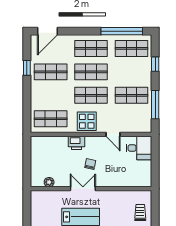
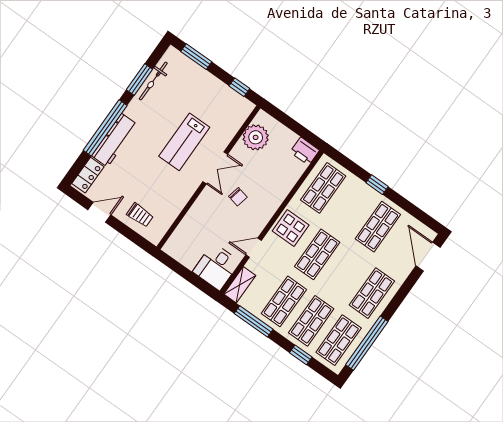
window: (27, 68) -> (377, 185), moved
shop shelf: (91, 72) -> (311, 321), moved
shelving: (140, 127) -> (240, 285), added
printer: (77, 143) -> (305, 151), moved, turned -90
plant: (49, 182) -> (256, 137), width x1.88, depth x1.88
window: (27, 207) -> (239, 87), added

